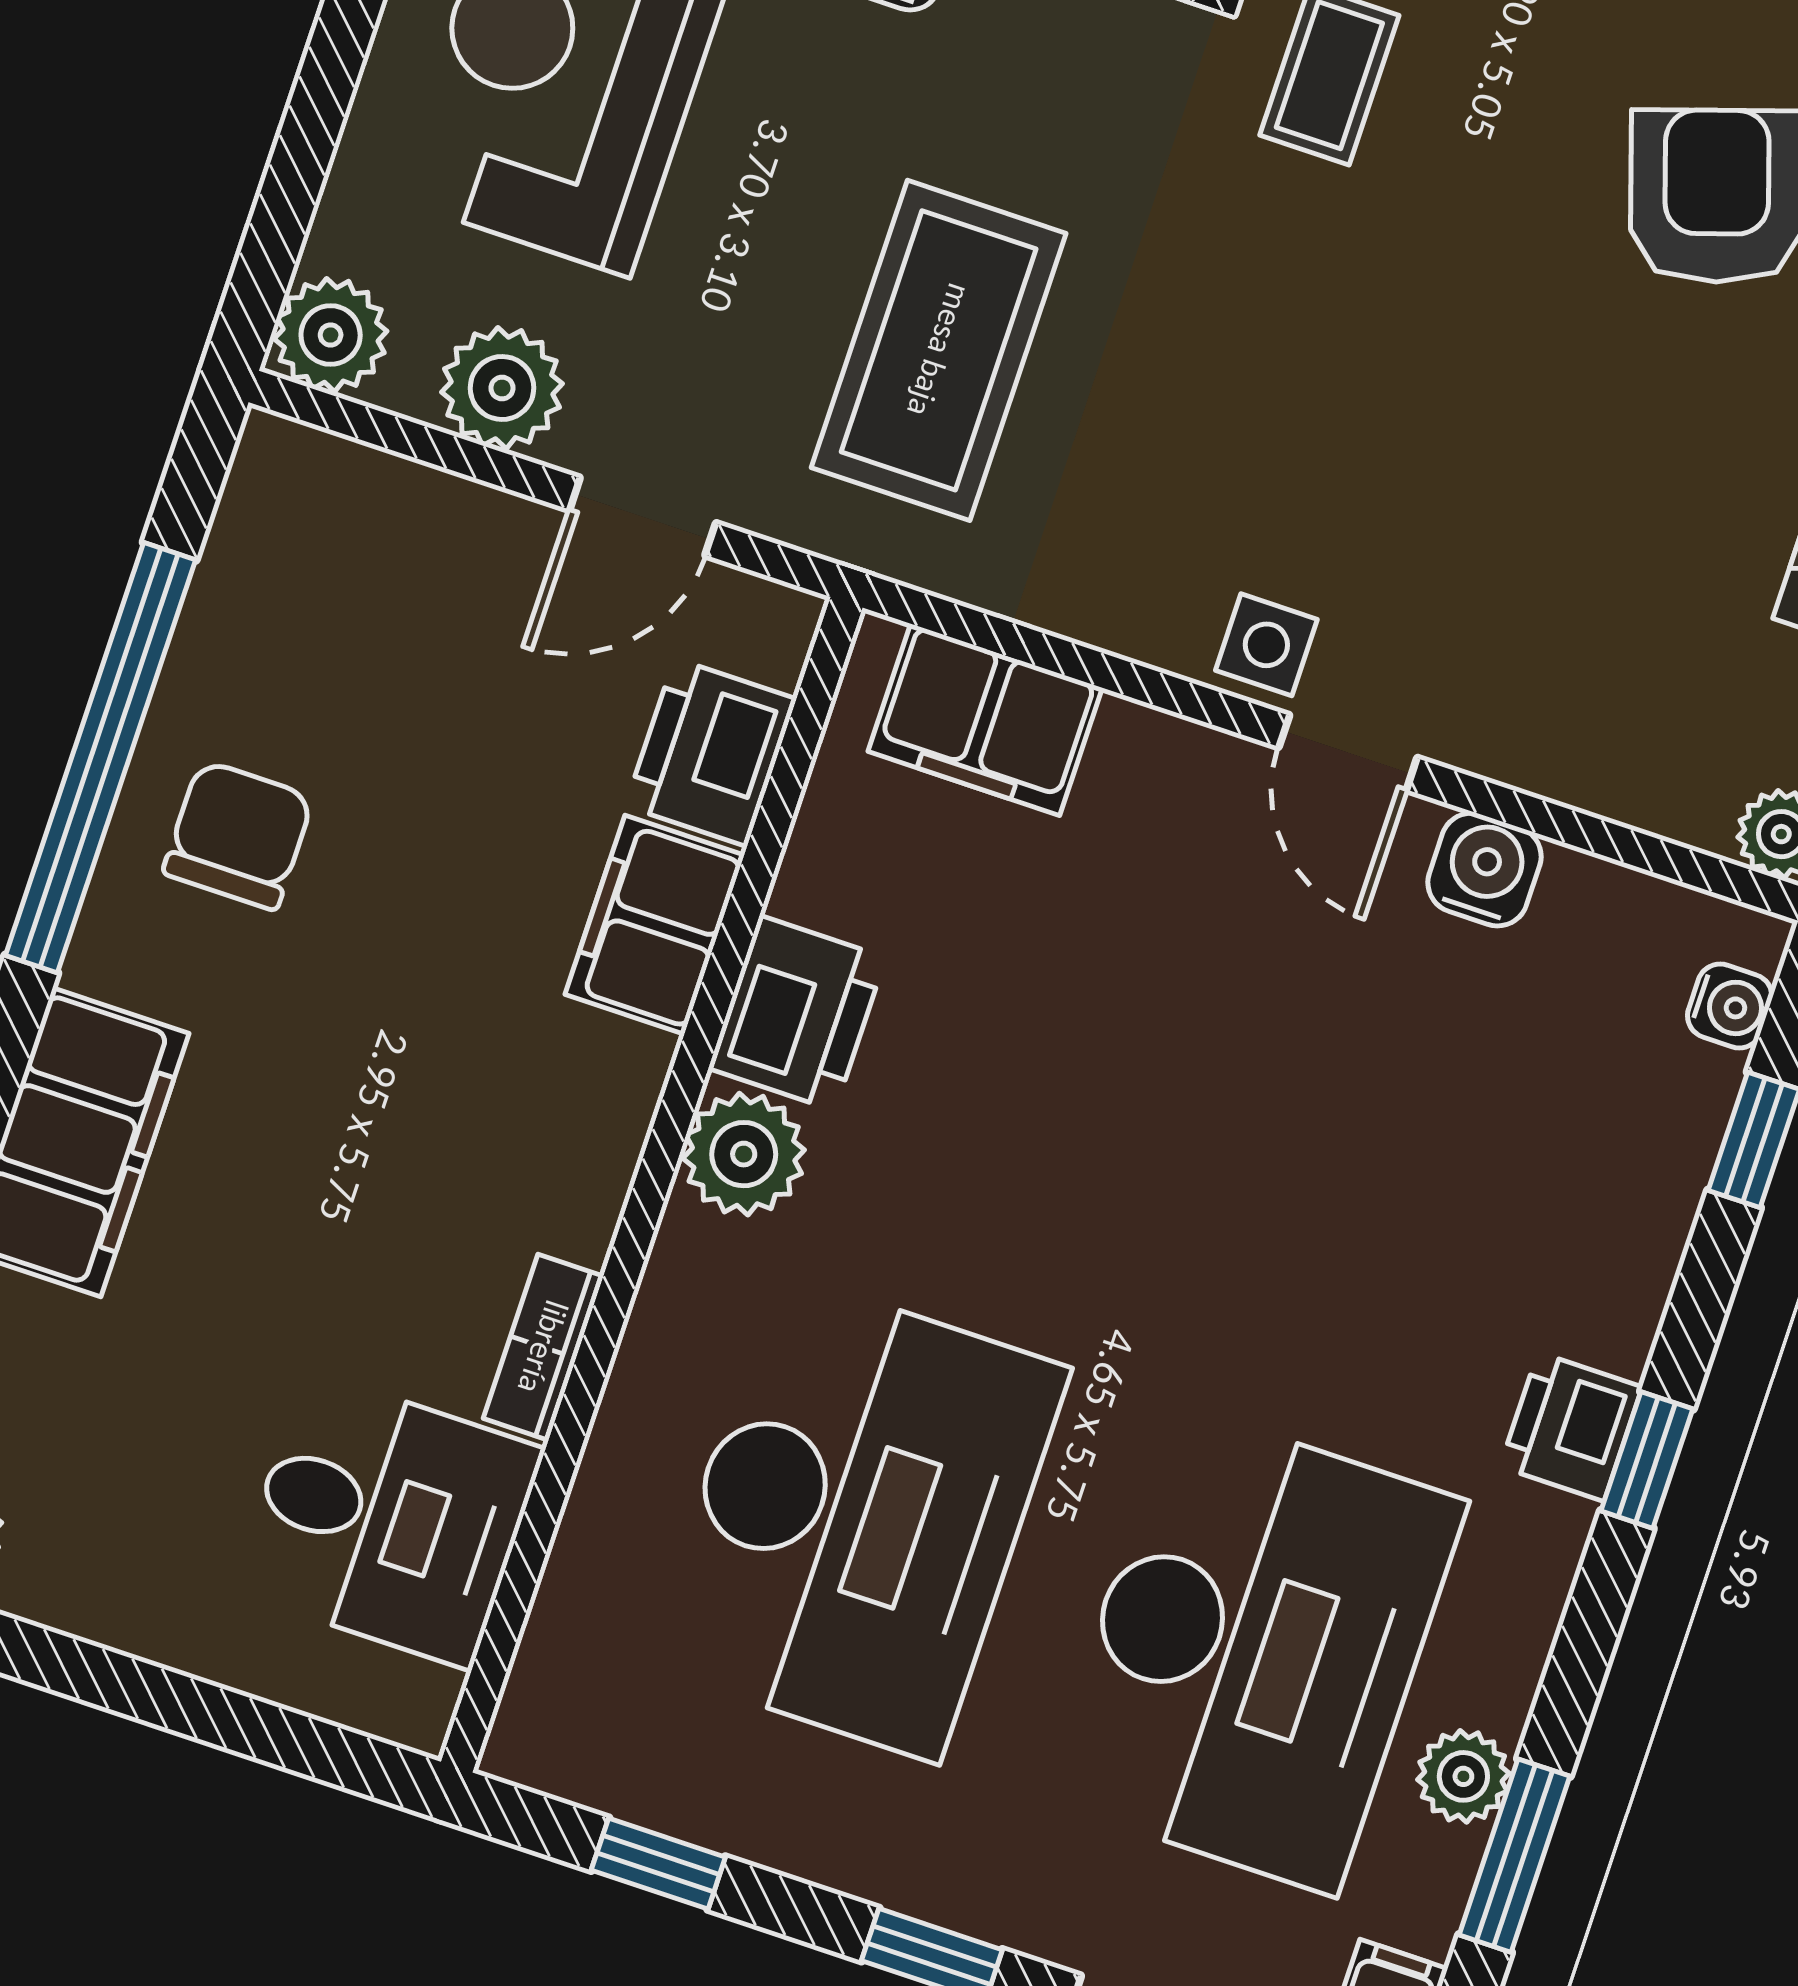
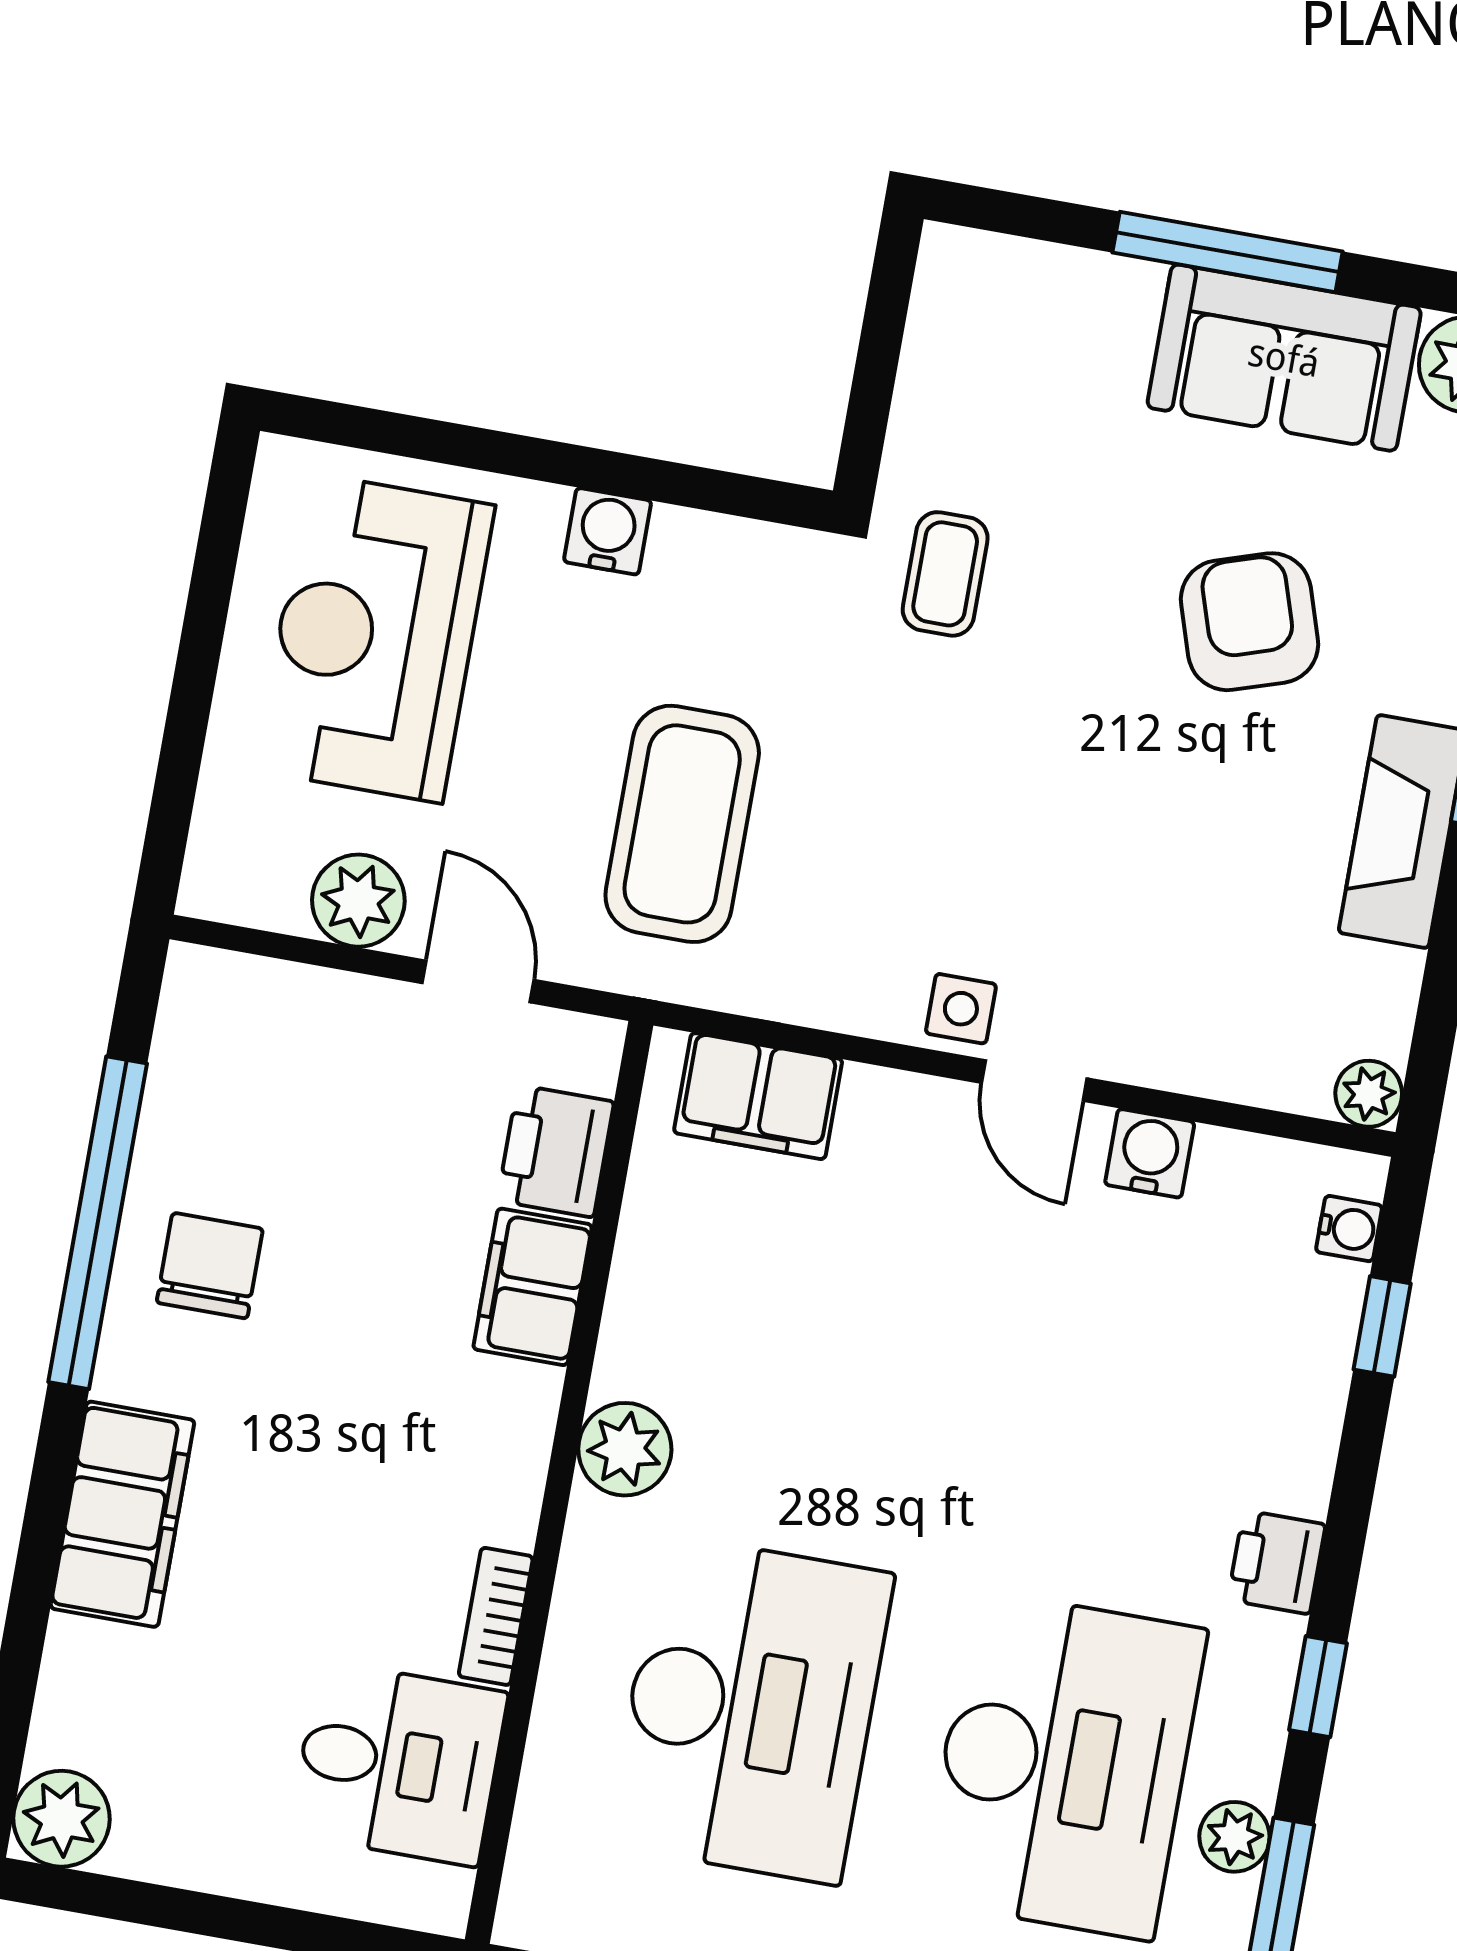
plant: (331, 335) -> (224, 880), removed
door: (643, 517) -> (478, 982), swing flipped
printer: (797, 1013) -> (649, 1337), removed
window: (1647, 1460) -> (1318, 1687), moved

